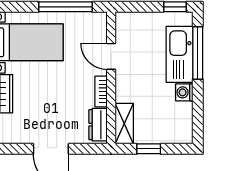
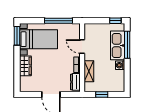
shelving: (124, 124) -> (89, 71), moved

